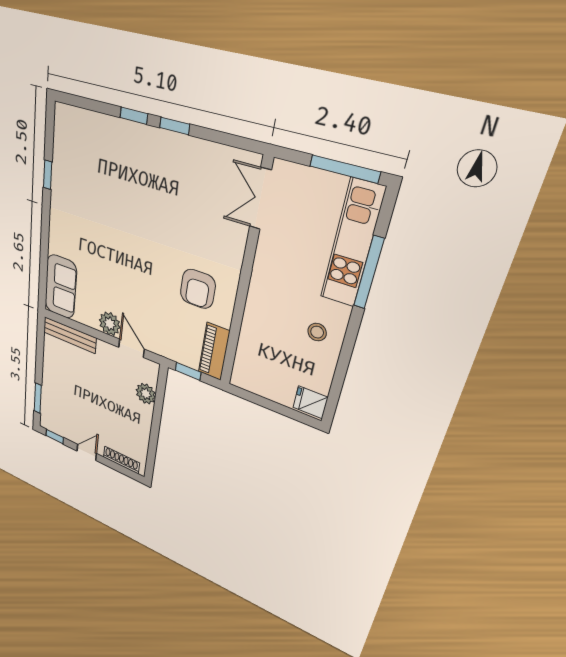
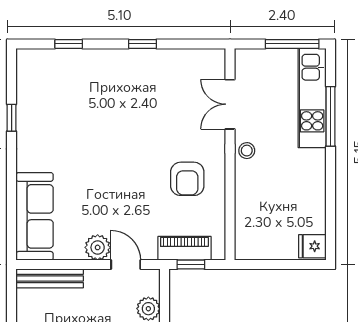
window: (134, 116) -> (69, 44), moved
double door: (260, 199) -> (230, 104), moved
sofa: (61, 287) -> (35, 216), width x1.36
stool: (317, 332) -> (247, 151), moved
piano: (214, 352) -> (184, 248), moved, turned 90

